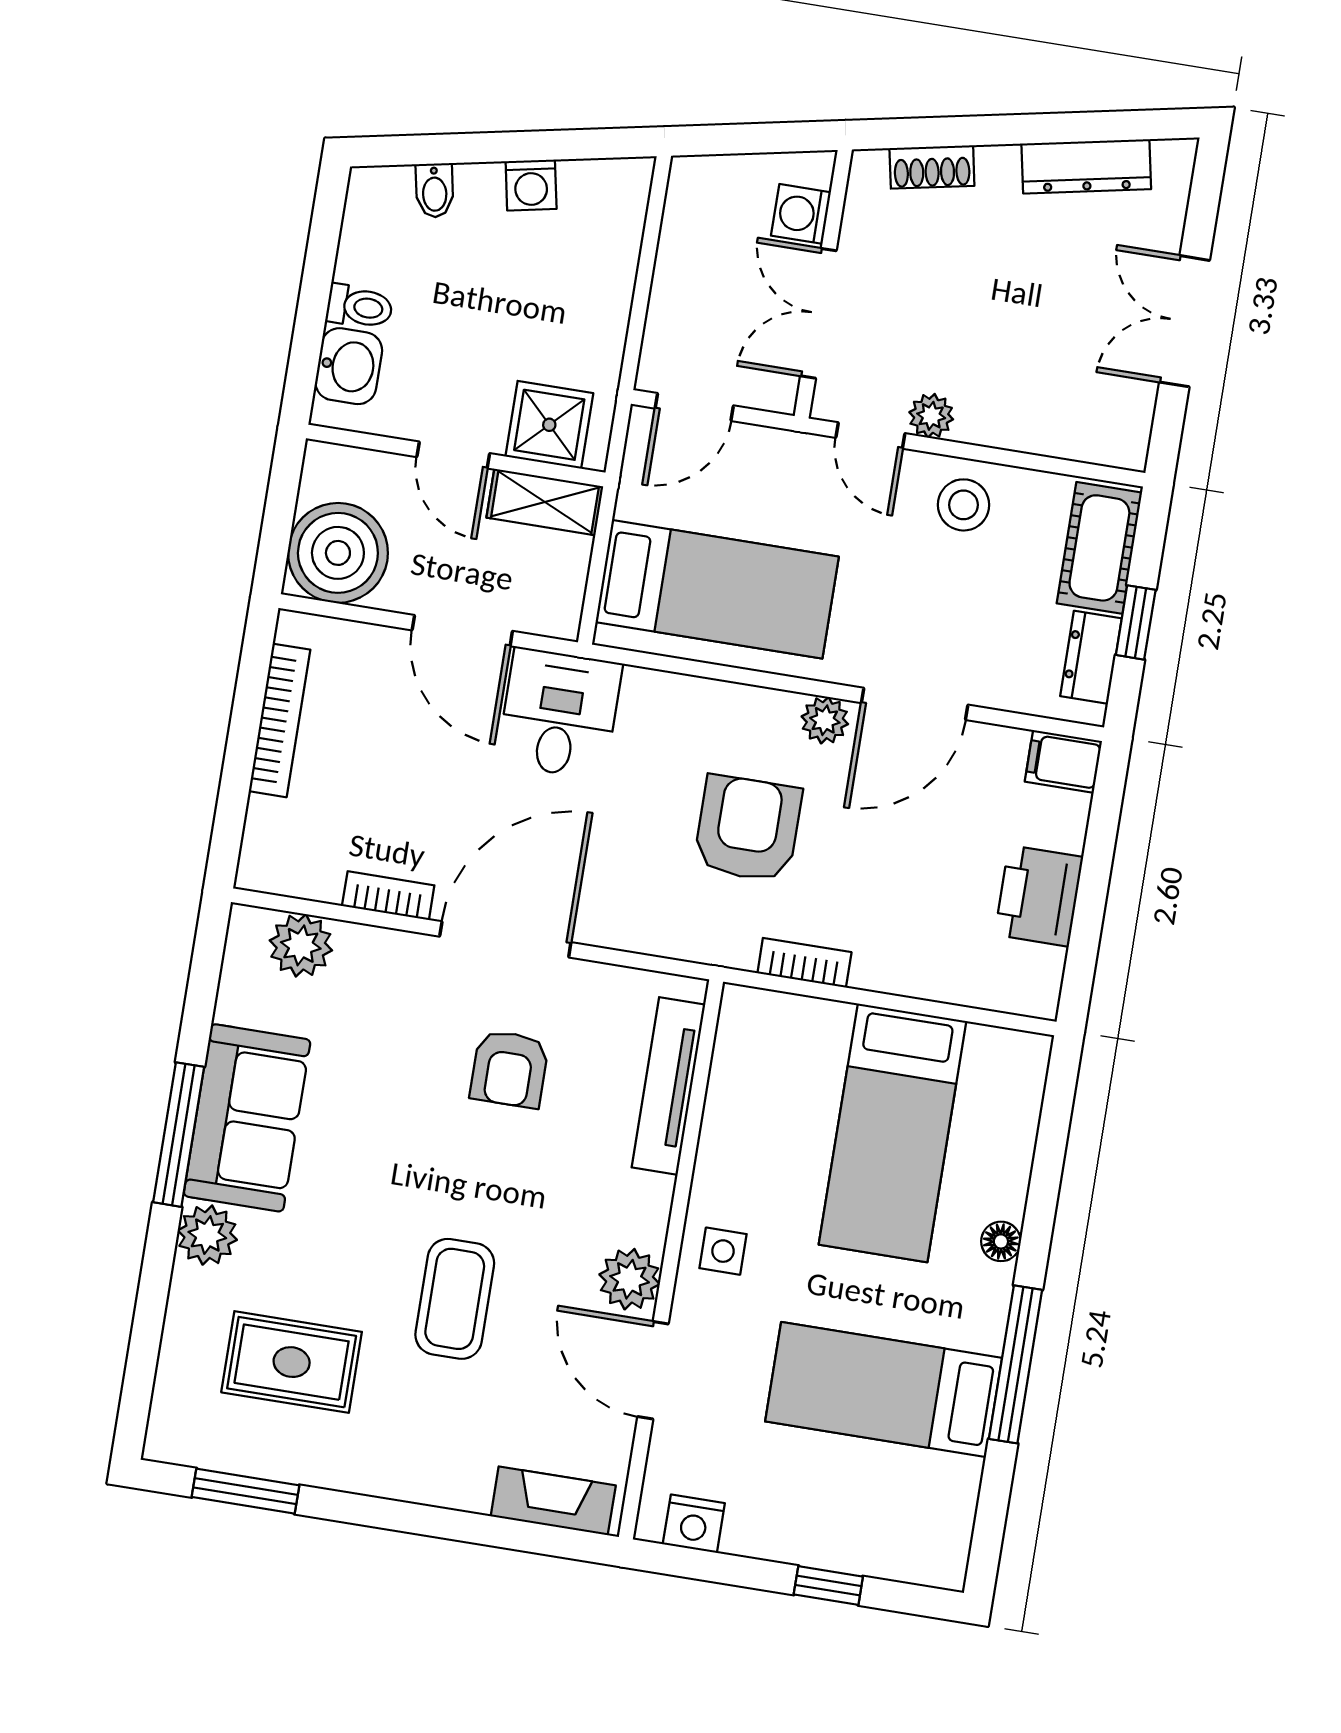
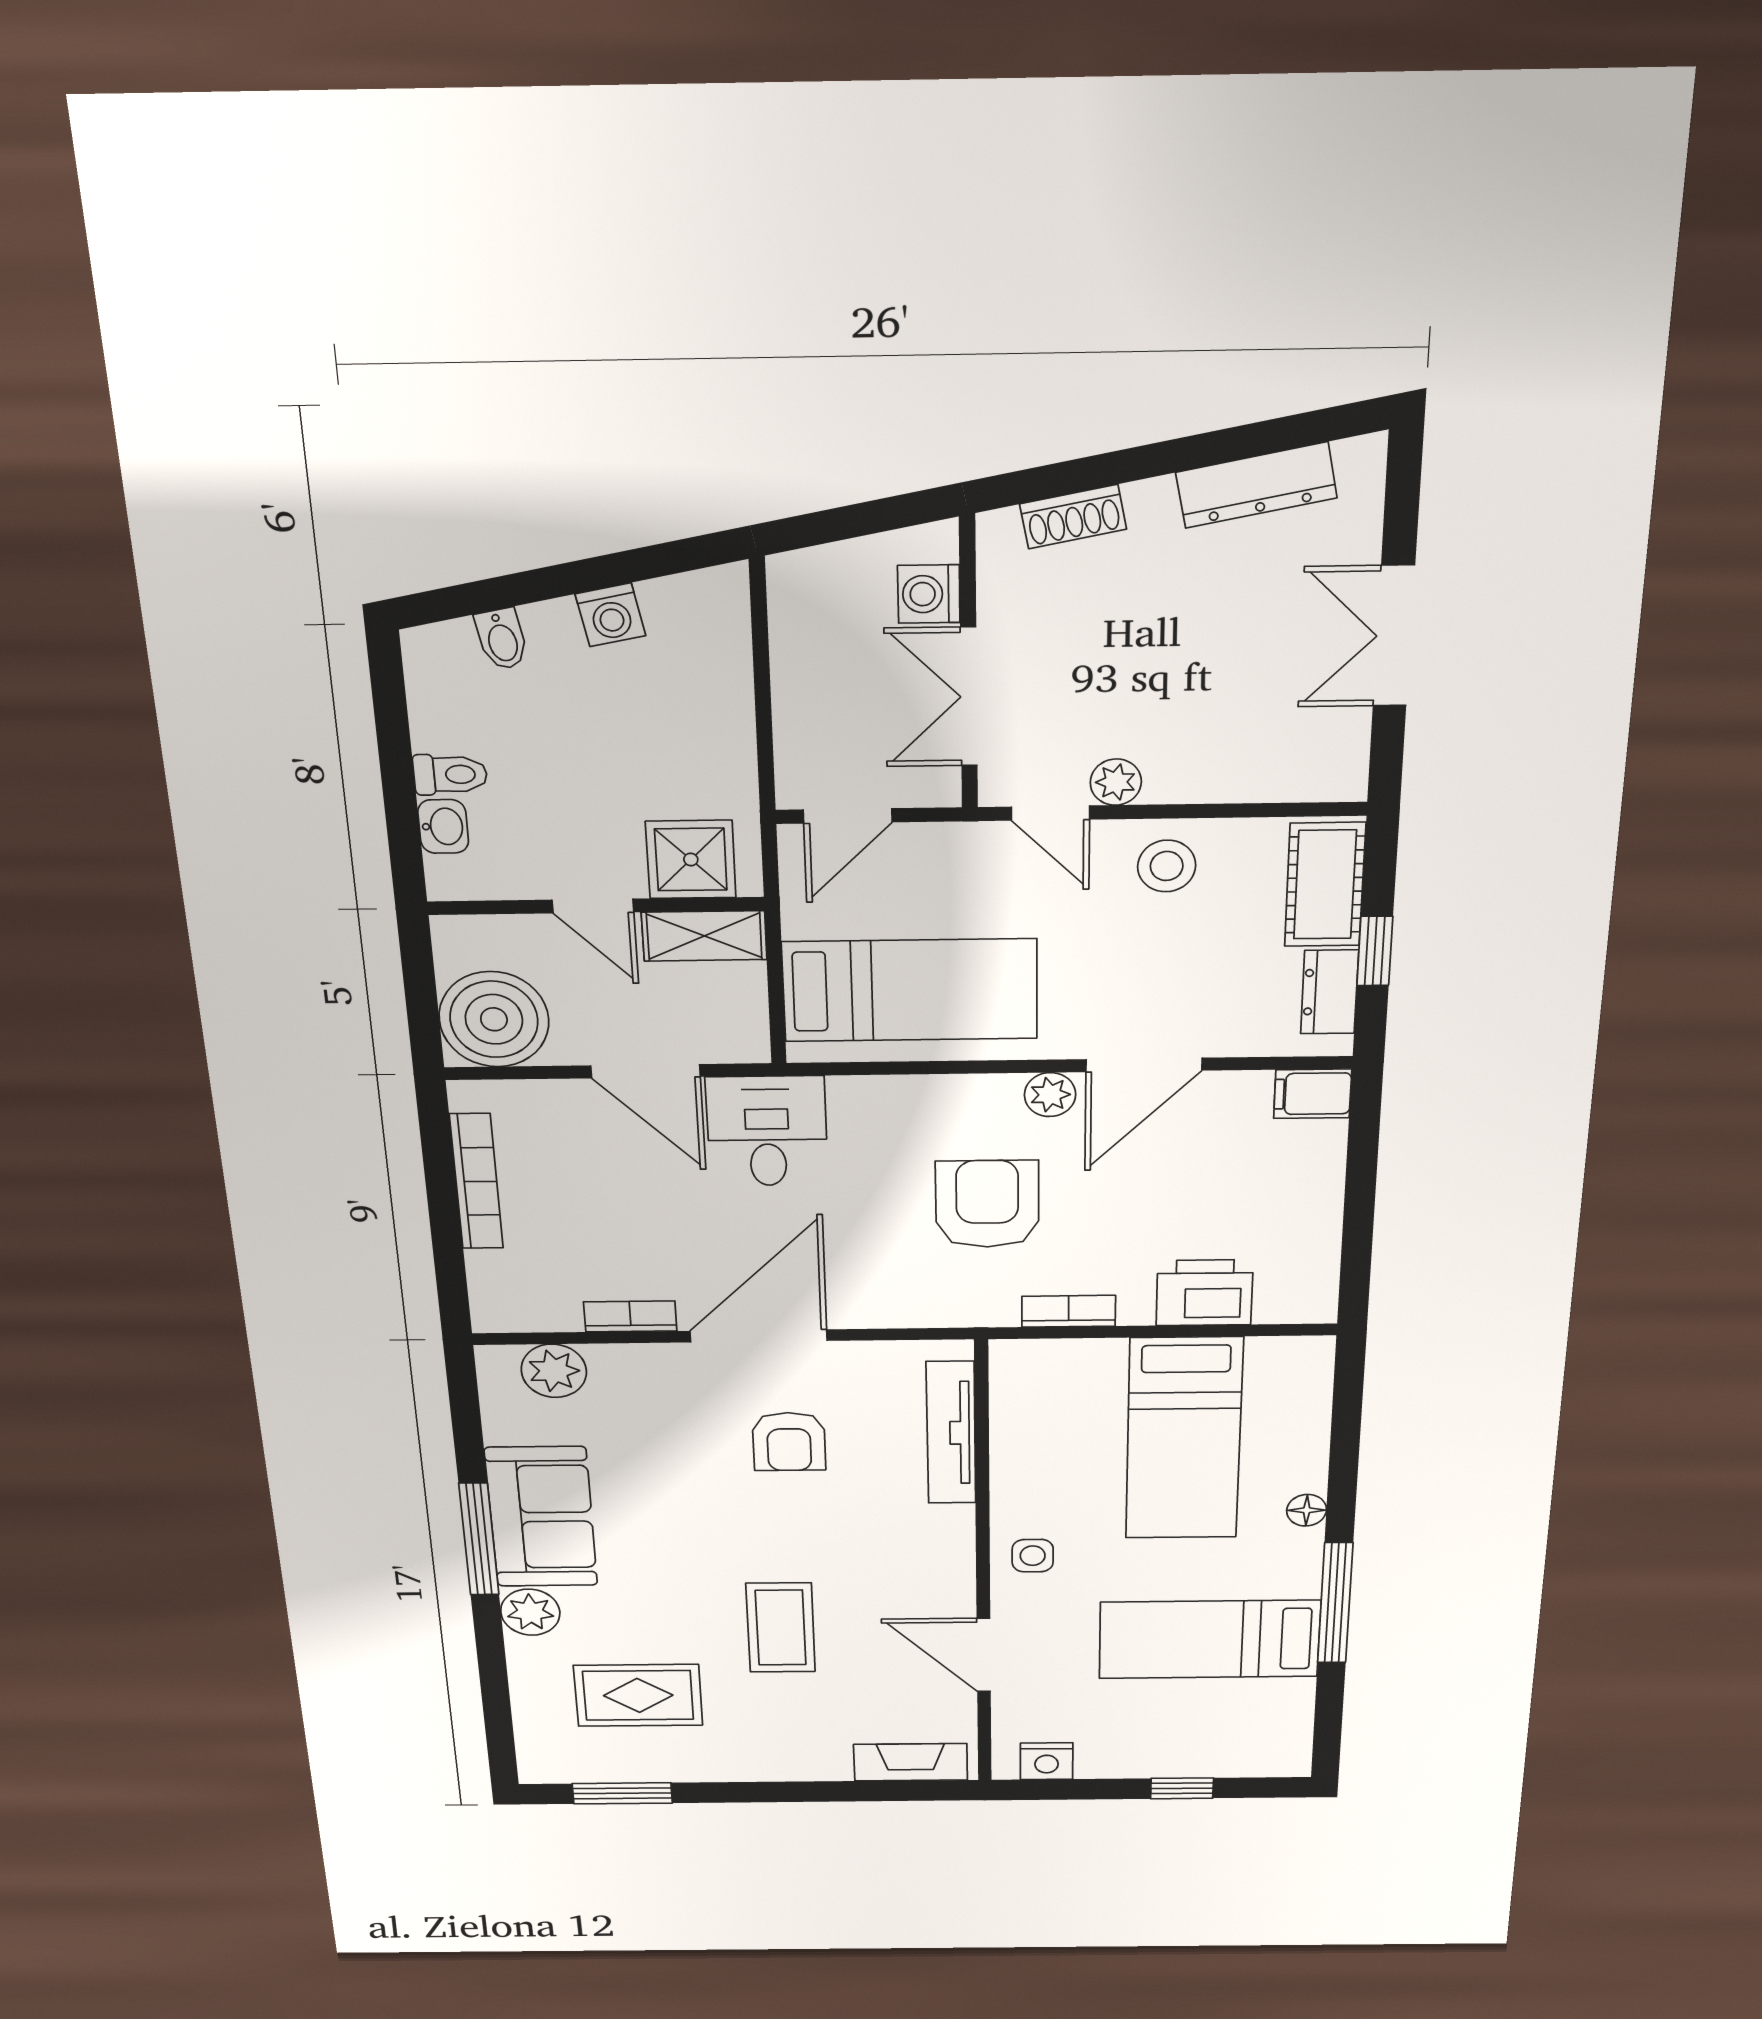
washbasin: (349, 366) -> (443, 826), width x0.72, depth x0.69
printer: (1039, 896) -> (1204, 1293), moved, turned 90
plant: (630, 1279) -> (946, 1590), removed

